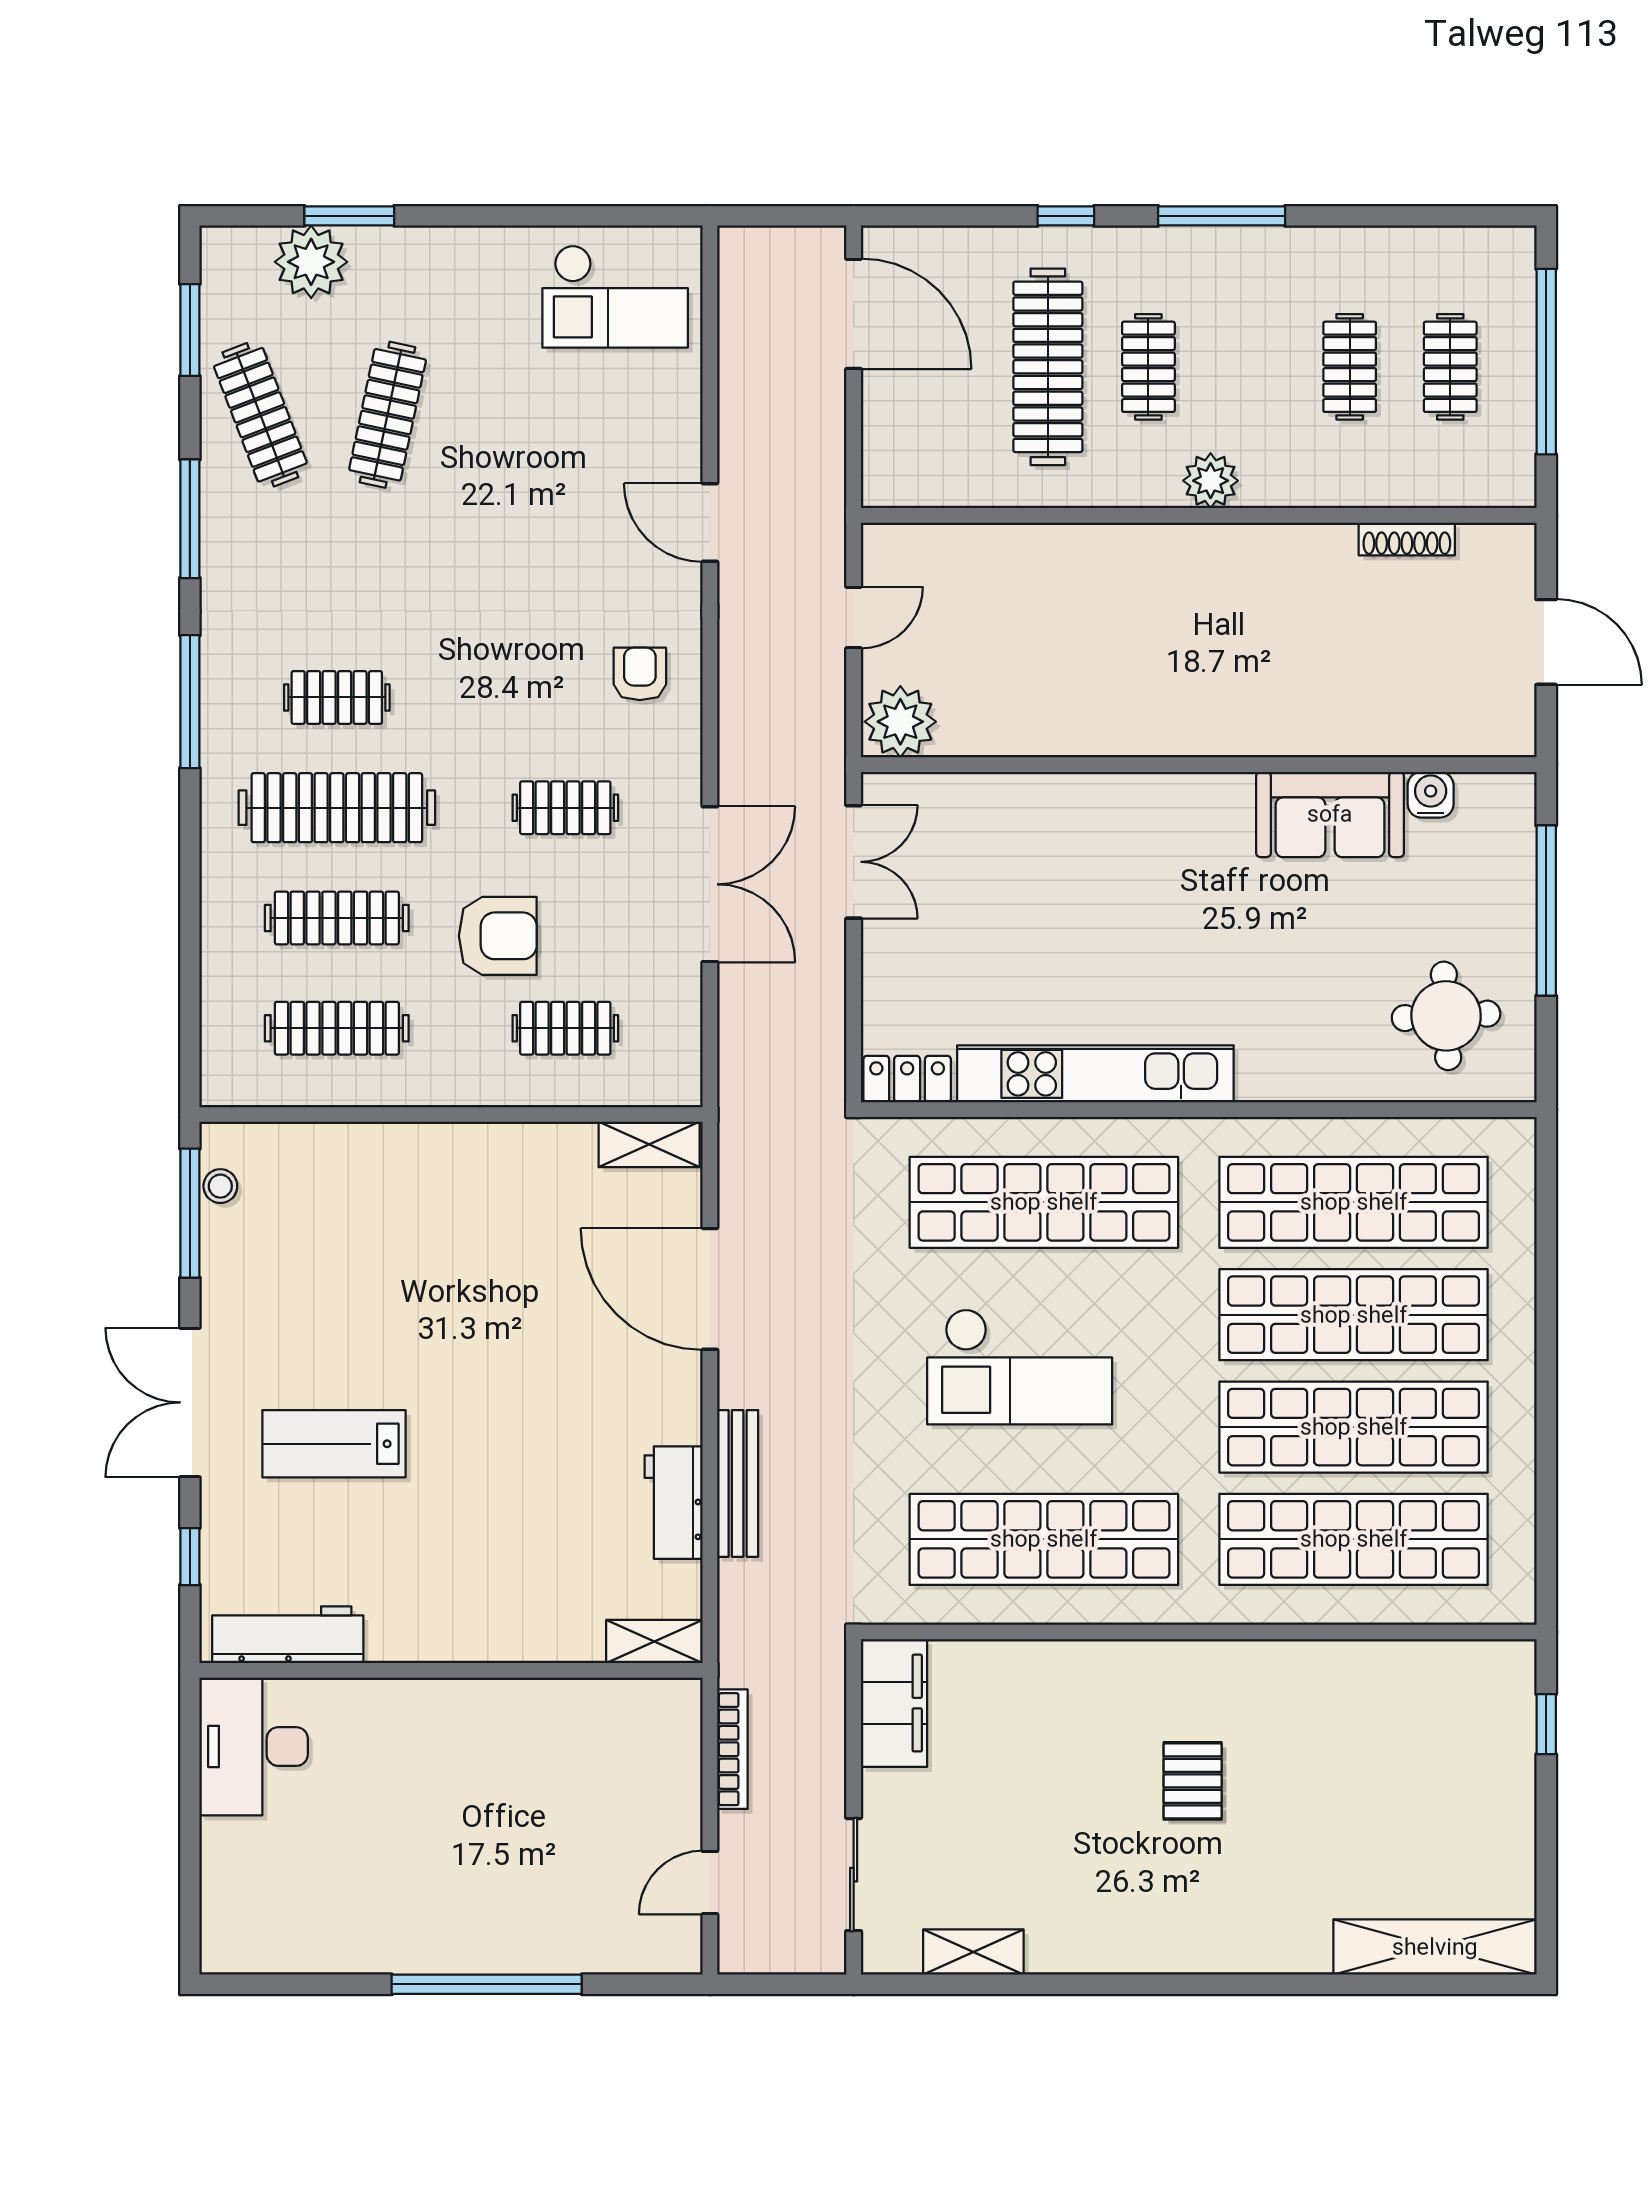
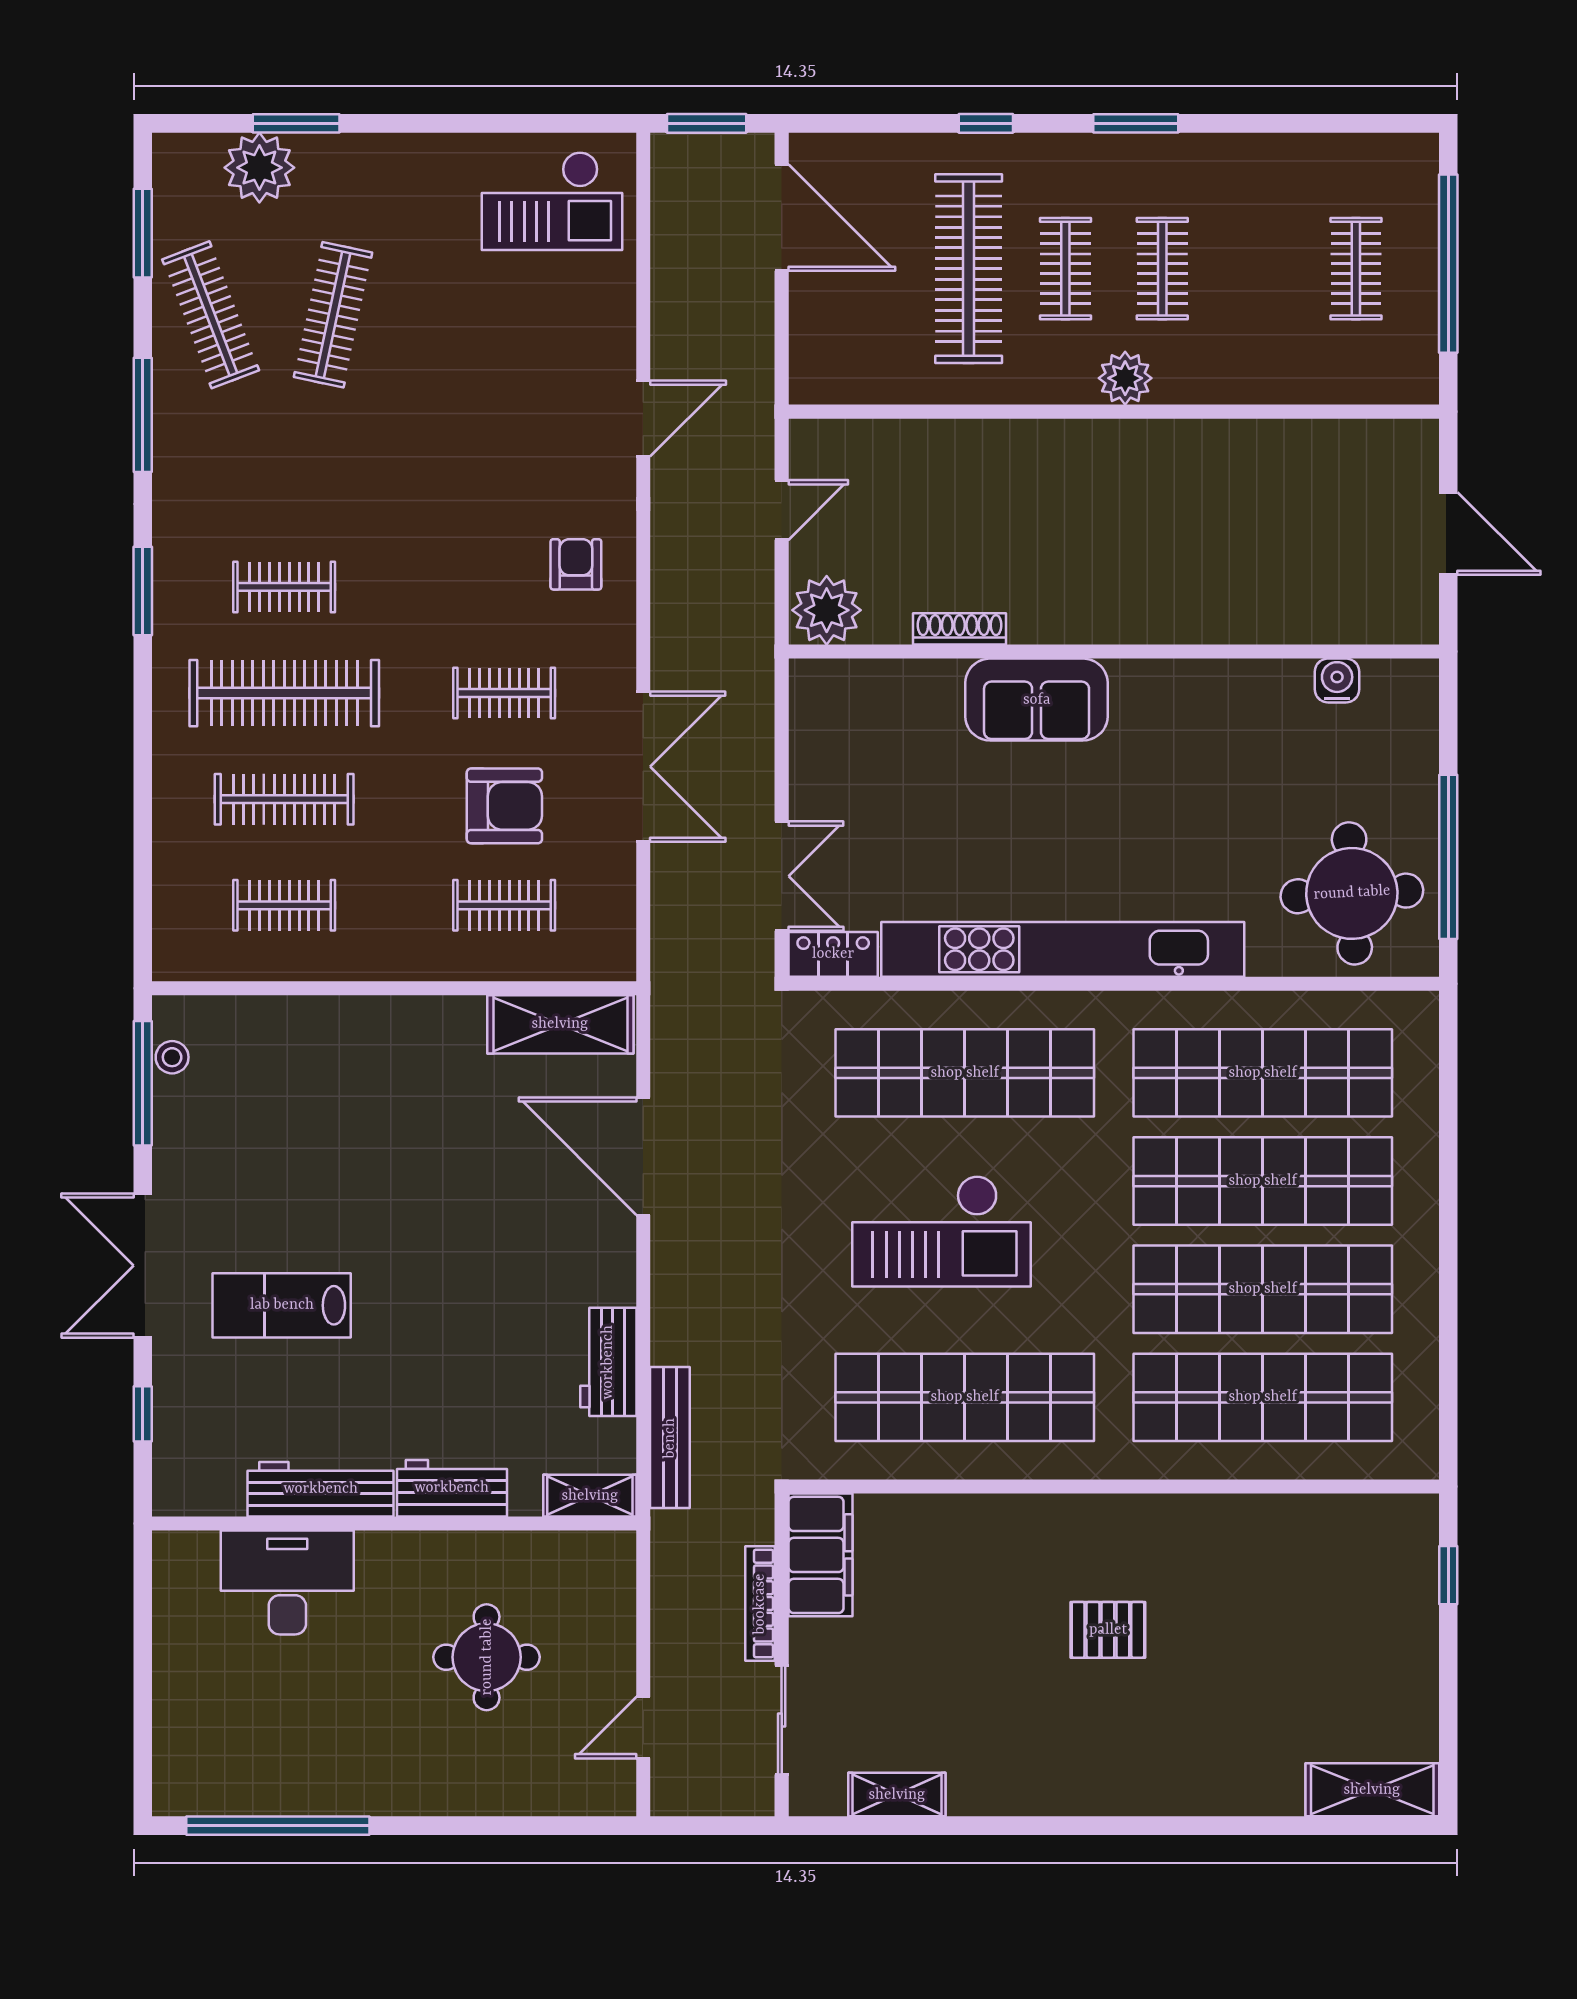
window: (776, 216) -> (707, 123), added
window: (1222, 216) -> (1136, 123), width x0.69
clothes rail: (1350, 367) -> (1162, 269), moved
door: (710, 522) -> (643, 419), swing flipped
shoe rack: (1407, 539) -> (959, 629), moved, turned 180
window: (190, 702) -> (143, 591), width x0.69
sofa: (1330, 814) -> (1037, 700), moved
double door: (854, 862) -> (782, 876), moved
window: (1546, 911) -> (1448, 857), moved
armchair: (498, 936) -> (504, 806), moved
round table: (1446, 1016) -> (1352, 893), width x1.36, depth x1.36
clothes rail: (337, 1028) -> (284, 905), width x0.73
kitchen unit: (1095, 1074) -> (1063, 949), width x1.36
shelving: (649, 1144) -> (560, 1024), width x1.50, depth x1.33
bench: (738, 1483) -> (670, 1438), moved
workbench: (511, 1634) -> (452, 1488), added
workbench: (288, 1635) -> (321, 1489), moved
desk: (254, 1747) -> (287, 1582), moved, turned 90
bookcase: (732, 1749) -> (760, 1604), moved, turned 180
pallet: (1193, 1781) -> (1108, 1630), turned 90
round table: (547, 1809) -> (487, 1657), added
shelving: (1435, 1947) -> (1372, 1790), width x0.68
window: (487, 1984) -> (278, 1826), moved

